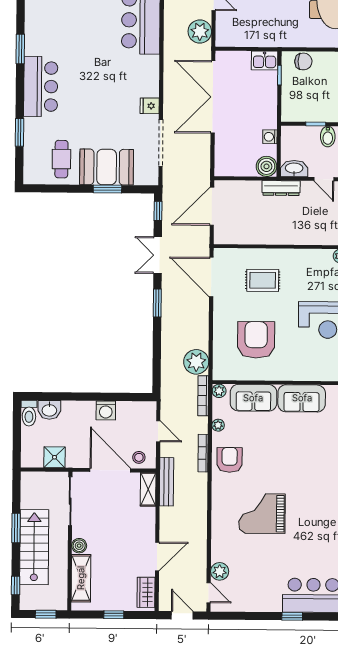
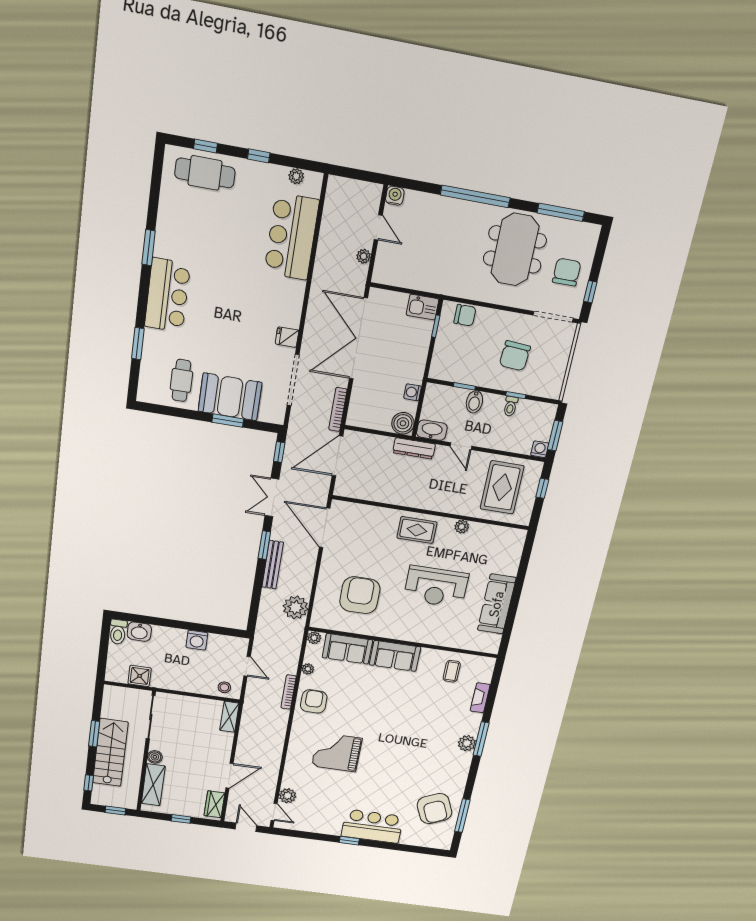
plant: (200, 32) -> (364, 256), width x0.53, depth x0.53
rug: (263, 280) -> (417, 530), moved
bookcase: (203, 396) -> (338, 410), moved
door: (110, 470) -> (194, 695), removed
bench: (166, 482) -> (273, 565), moved

